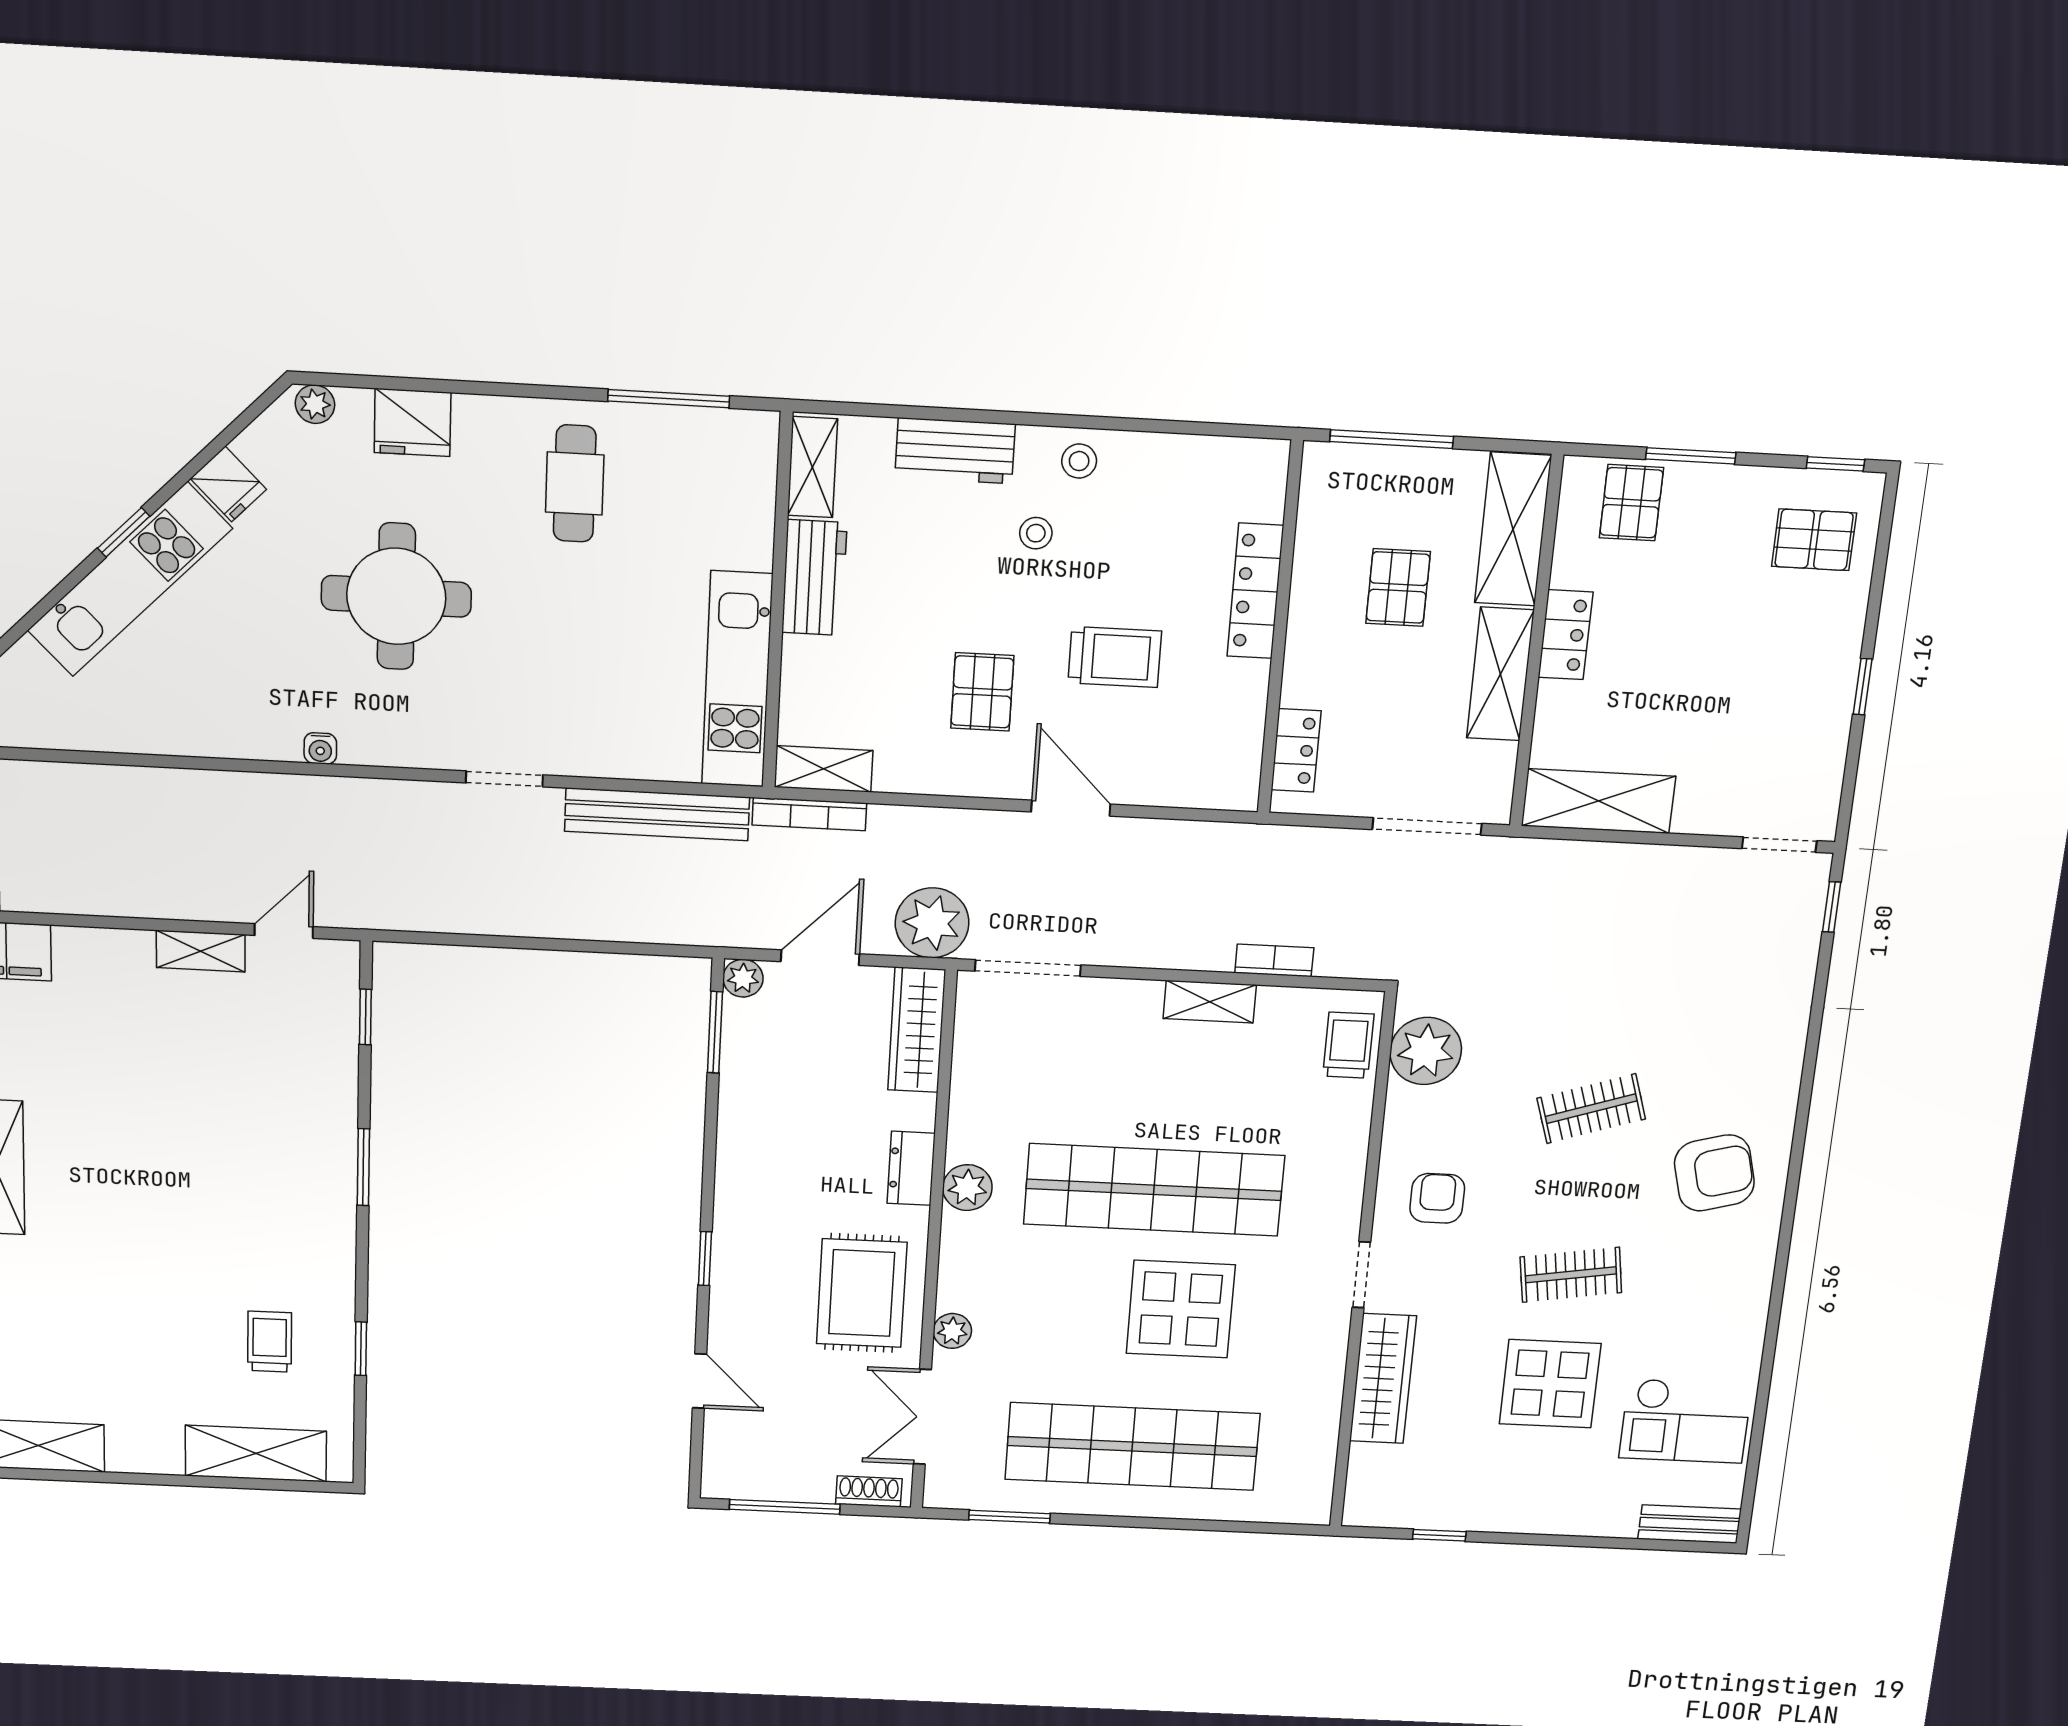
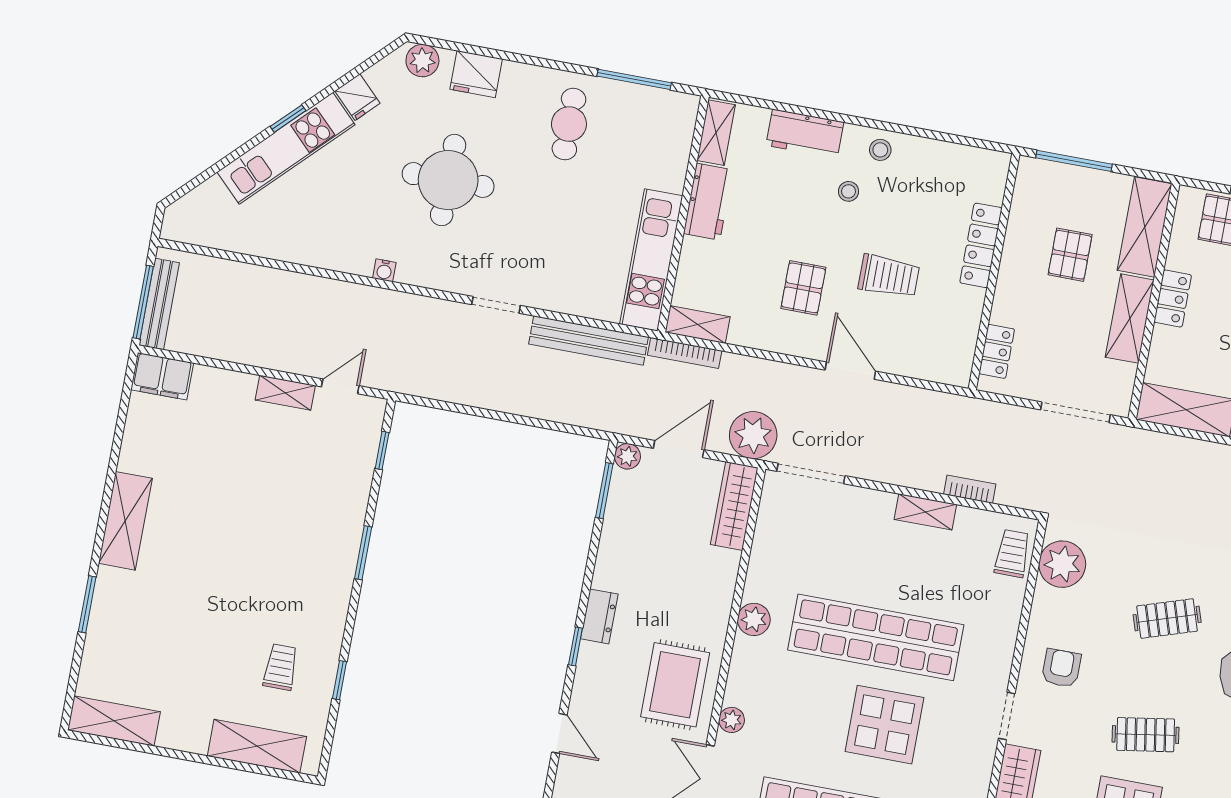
plant: (315, 404) -> (422, 61), width x1.38, depth x1.38
dresser: (911, 1168) -> (599, 616), moved, turned 180

